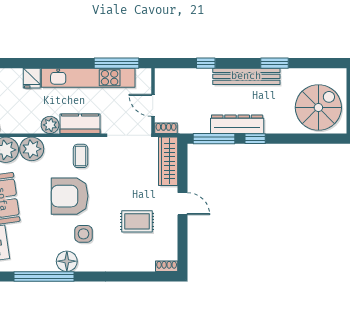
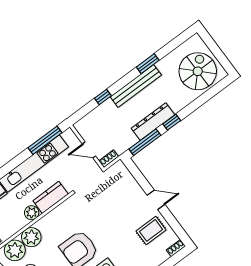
coffee table: (81, 156) -> (67, 218), removed
wardrobe: (168, 161) -> (126, 179), removed
rug: (137, 221) -> (151, 230), moved

